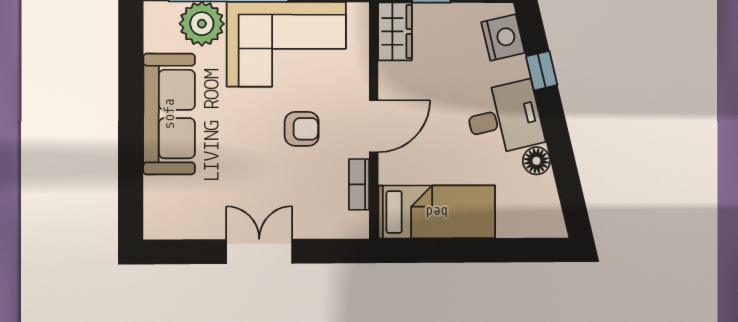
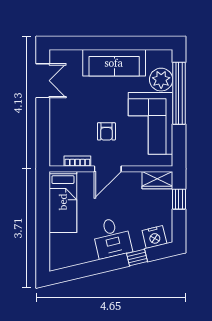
door: (374, 126) -> (108, 169), hinge flipped
floor lamp: (536, 161) -> (90, 255), removed
double door: (259, 251) -> (43, 81), moved

